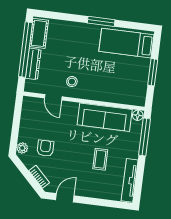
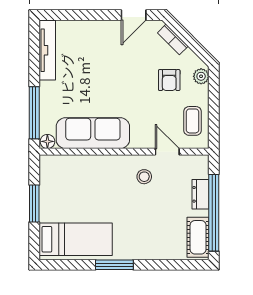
dresser: (33, 64) -> (201, 194), width x0.70
coffee table: (100, 159) -> (193, 121), moved

